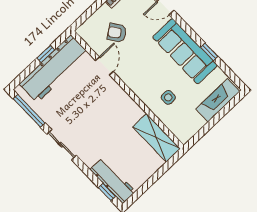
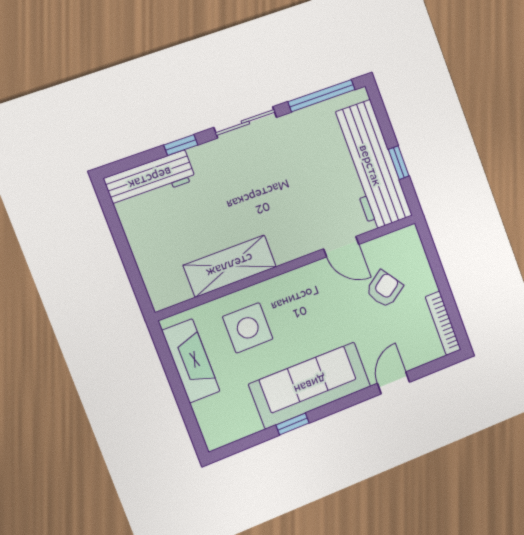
side table: (168, 97) -> (248, 328), width x1.87, depth x1.87
fireplace: (218, 100) -> (191, 361), moved
shelving: (156, 138) -> (230, 266), moved
window: (107, 192) -> (181, 145), moved

